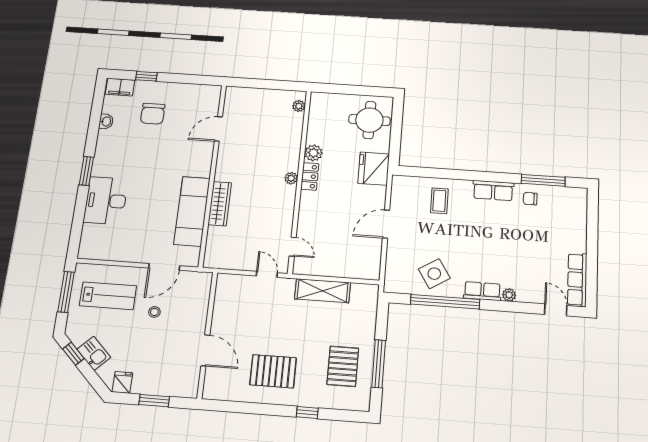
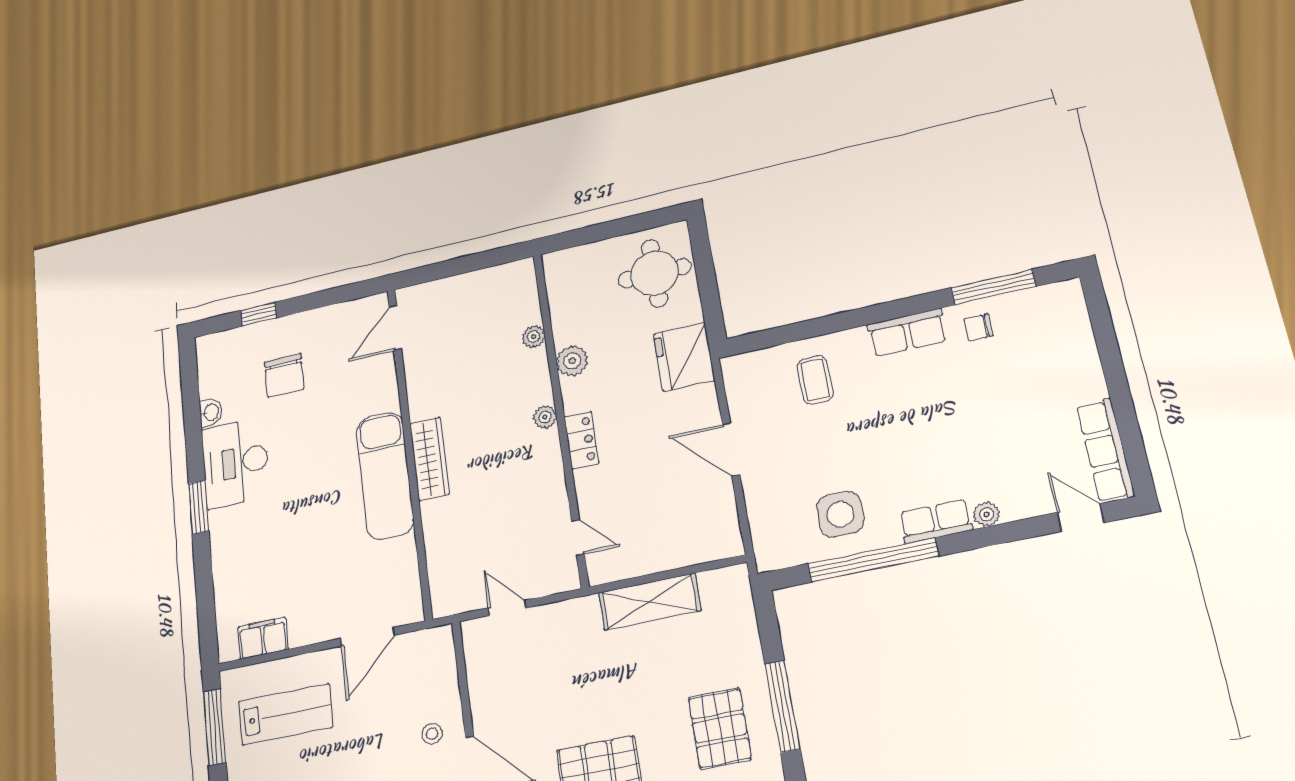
filing cabinet: (120, 87) -> (263, 638), moved, turned 180
plant: (299, 106) -> (534, 337), moved
door: (218, 129) -> (395, 328), moved
locker: (310, 176) -> (582, 440), moved
desk: (106, 201) -> (236, 463), moved
wardrobe: (220, 204) -> (429, 459), moved
exam couch: (192, 211) -> (385, 476), moved
door: (386, 224) -> (731, 450), hinge flipped
door: (267, 274) -> (507, 608), moved
side table: (434, 274) -> (840, 514), turned 32
stool: (154, 312) -> (432, 734), moved

